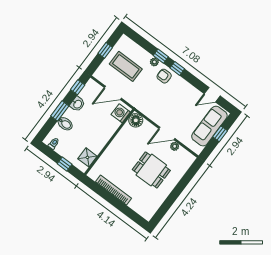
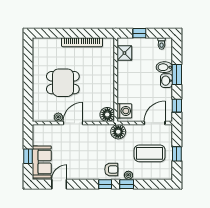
door: (113, 93) -> (155, 123), moved
floor lamp: (137, 101) -> (118, 132), added
washbasin: (77, 104) -> (166, 81), moved
sofa: (209, 126) -> (42, 162), width x0.73

